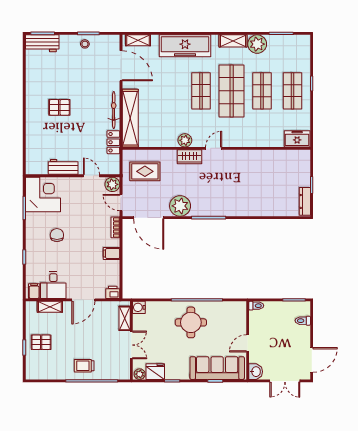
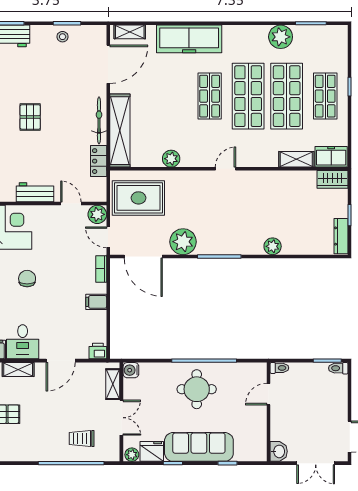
shelving: (233, 41) -> (296, 159), moved
door: (121, 66) -> (108, 64), hinge flipped
shop shelf: (262, 91) -> (287, 96), width x1.43, depth x1.36
pallet: (59, 107) -> (30, 117), turned 90
plant: (185, 140) -> (171, 159), moved
wardrobe: (190, 157) -> (333, 179), moved
rug: (145, 171) -> (138, 198), width x1.36, depth x1.43
plant: (251, 210) -> (273, 246), added
toilet: (303, 321) -> (338, 368), moved
door: (248, 343) -> (269, 394), moved
trolley: (84, 366) -> (82, 439), moved
sofa: (217, 368) -> (199, 447), moved

